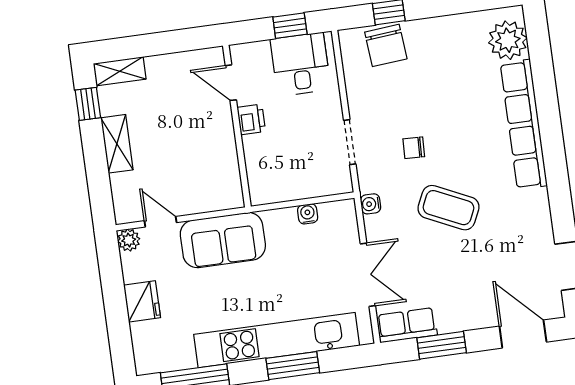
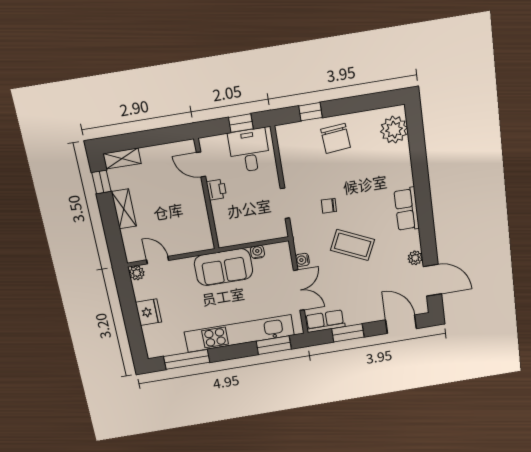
chair: (386, 45) -> (336, 138), moved
row of seats: (524, 124) -> (407, 209), width x0.50
water cooler: (371, 204) -> (302, 260), moved
plant: (542, 230) -> (415, 258), added
sofa: (223, 240) -> (224, 267), moved
window: (293, 366) -> (274, 345), moved

